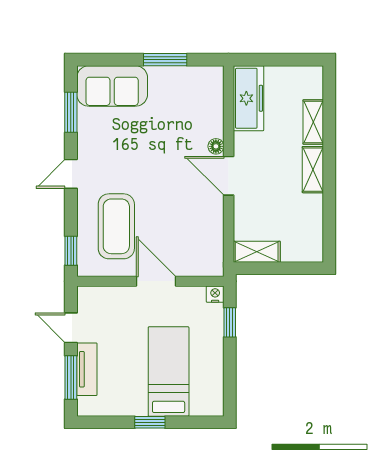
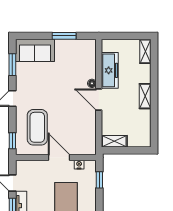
freezer: (248, 98) -> (110, 70), moved
shelving: (313, 122) -> (145, 51), moved
nightstand: (215, 294) -> (79, 165), moved

